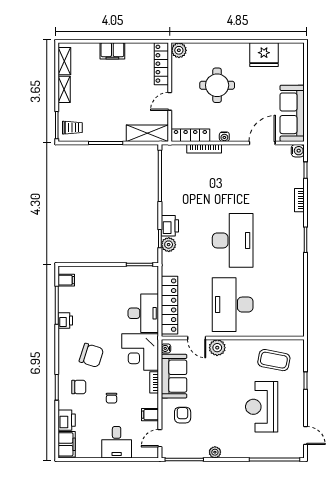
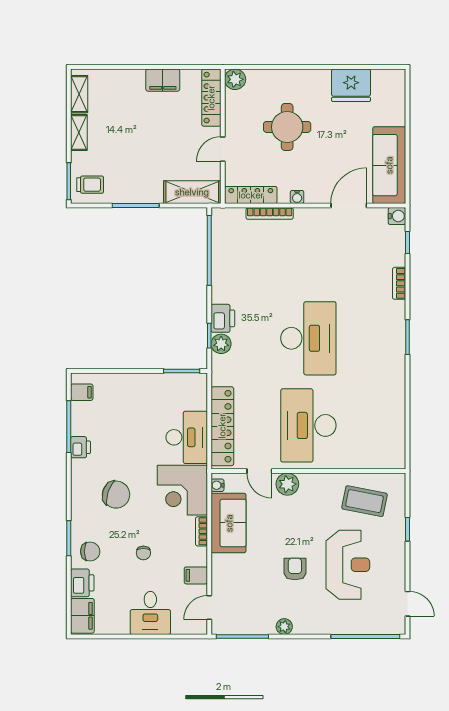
filing cabinet: (112, 51) -> (163, 80), moved
chair: (79, 387) -> (90, 551), moved
reception desk: (262, 407) -> (348, 565), turned 180
armchair: (183, 415) -> (295, 569), moved

